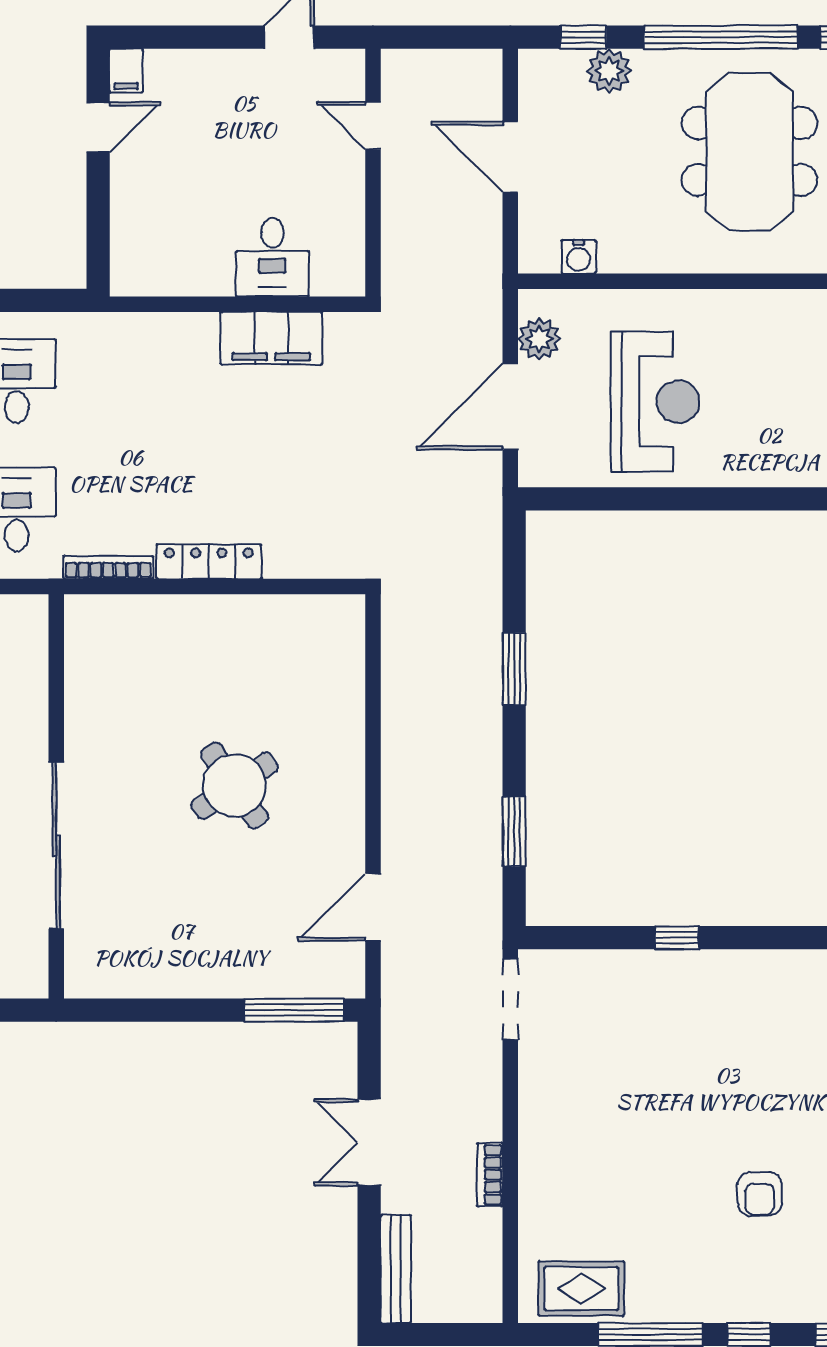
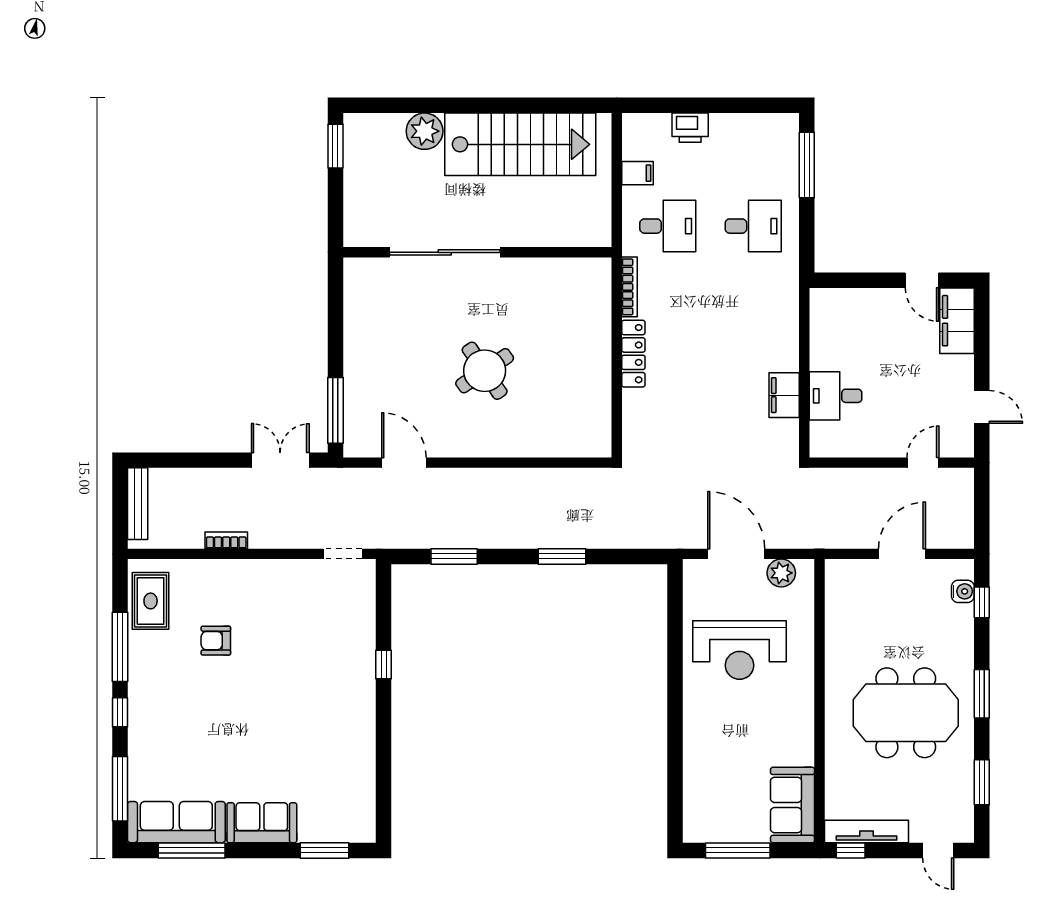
window: (721, 37) -> (982, 694), width x0.47
filing cabinet: (126, 71) -> (957, 321), width x3.00, depth x1.17
plant: (609, 71) -> (959, 619), removed
water cooler: (579, 257) -> (963, 591), moved, turned 180
filing cabinet: (271, 338) -> (784, 395), width x0.67, depth x0.86
doorway: (510, 999) -> (343, 554), width x0.73
double door: (369, 1142) -> (280, 460), moved
armchair: (760, 1194) -> (216, 641), moved
bench: (396, 1269) -> (138, 504), moved, turned 90

